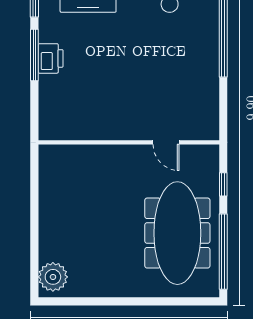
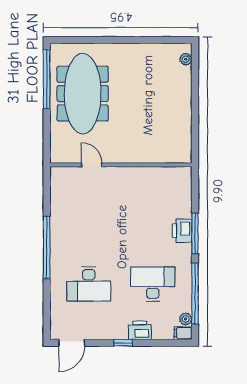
window: (223, 184) -> (47, 132), removed
plant: (53, 277) -> (186, 59), width x0.53, depth x0.53

